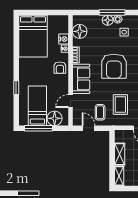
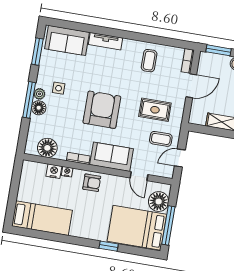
bed: (33, 36) -> (42, 218), width x0.67
armchair: (114, 66) -> (102, 110), turned -90
bed: (37, 106) -> (137, 228), width x1.50

